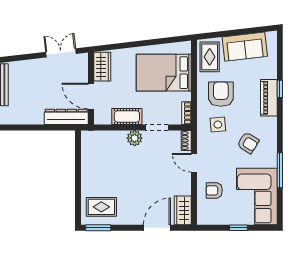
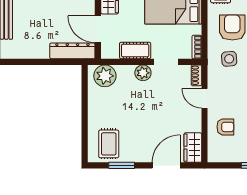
plant: (98, 141) -> (105, 76), added
armchair: (214, 190) -> (225, 127), turned 180
rug: (101, 207) -> (109, 144), turned 90
window: (98, 228) -> (122, 165), moved

